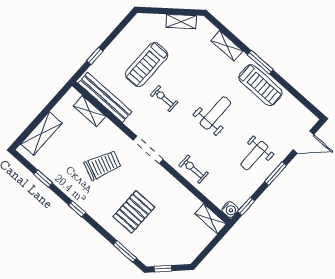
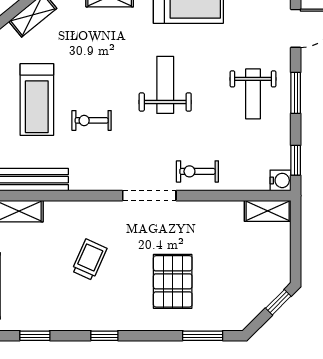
doorway: (148, 150) -> (149, 196), moved
trolley: (103, 165) -> (89, 260), width x0.73, depth x0.72
window: (163, 269) -> (278, 302), moved

